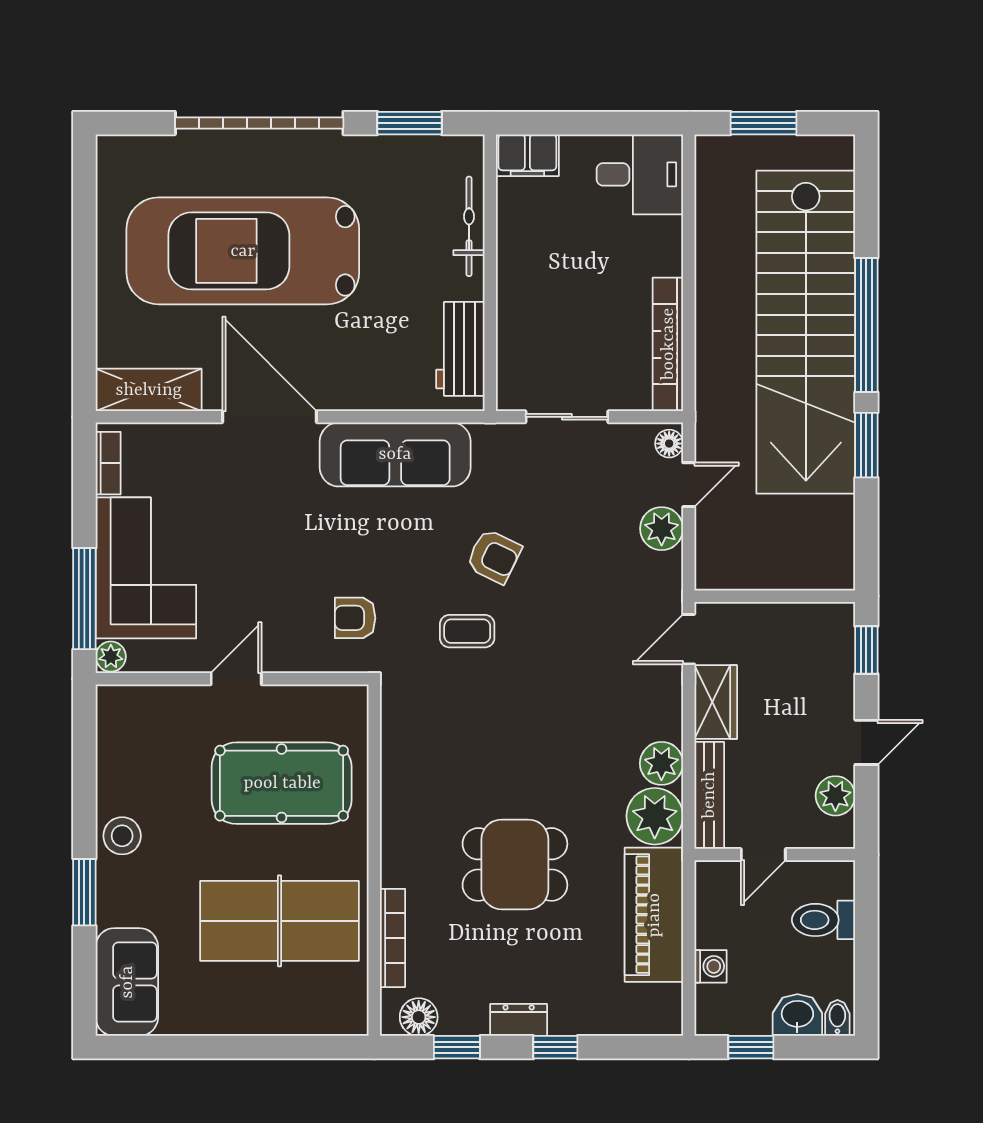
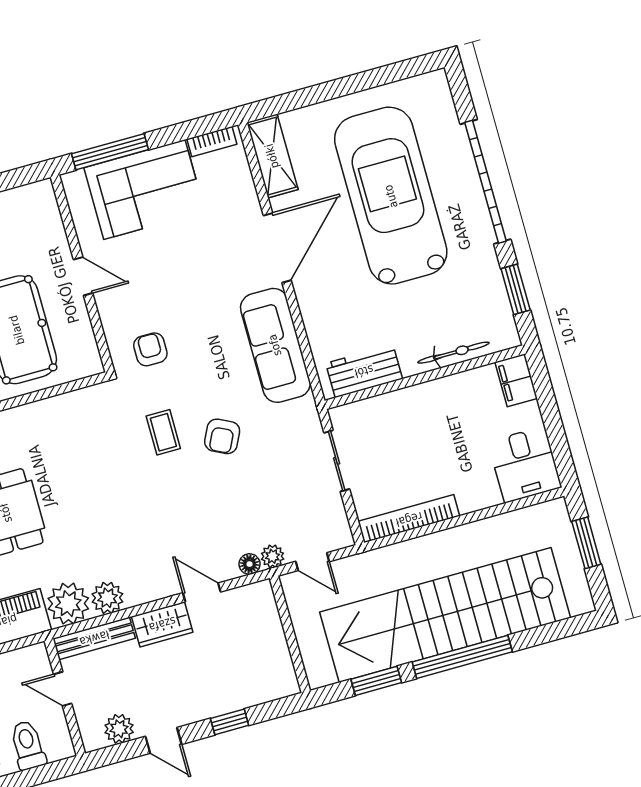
floor lamp: (669, 444) -> (250, 564), moved
plant: (662, 529) -> (273, 556), width x0.73, depth x0.73
wall: (775, 596) -> (290, 634), moved
plant: (111, 657) -> (74, 182), removed

